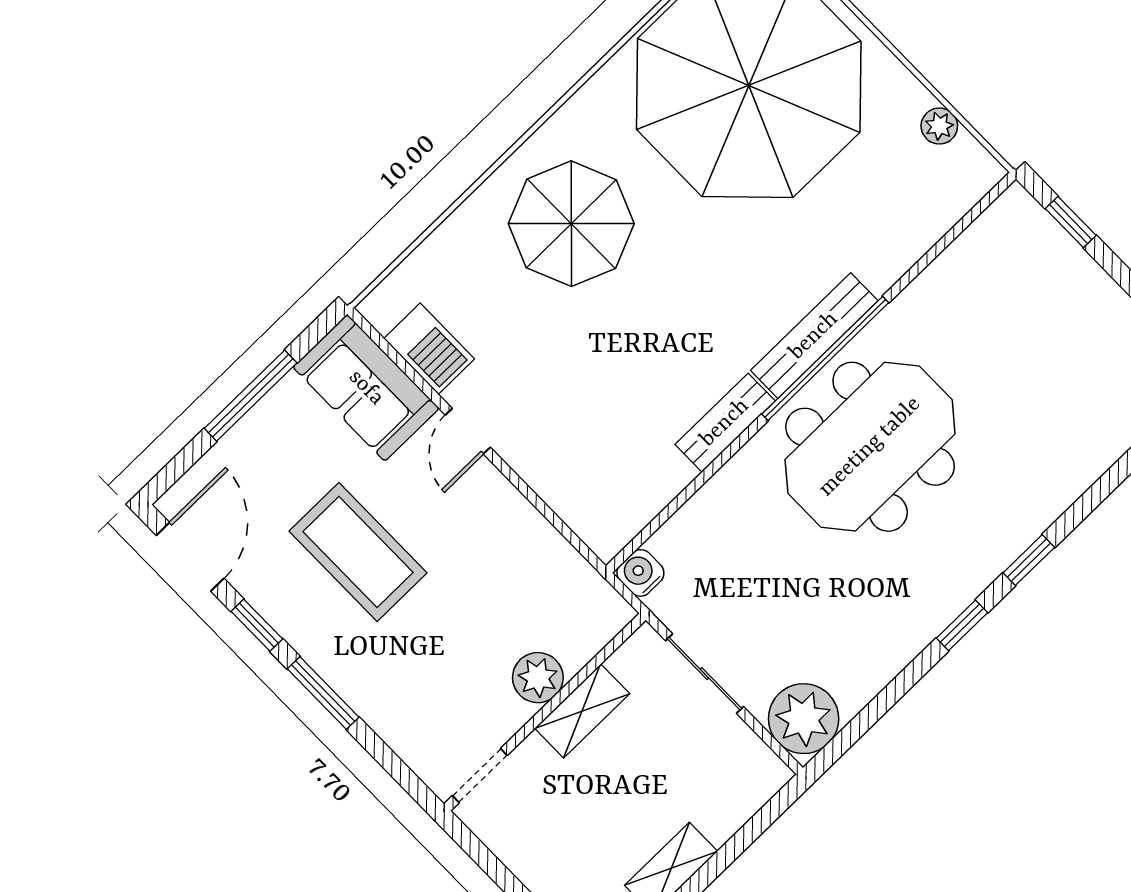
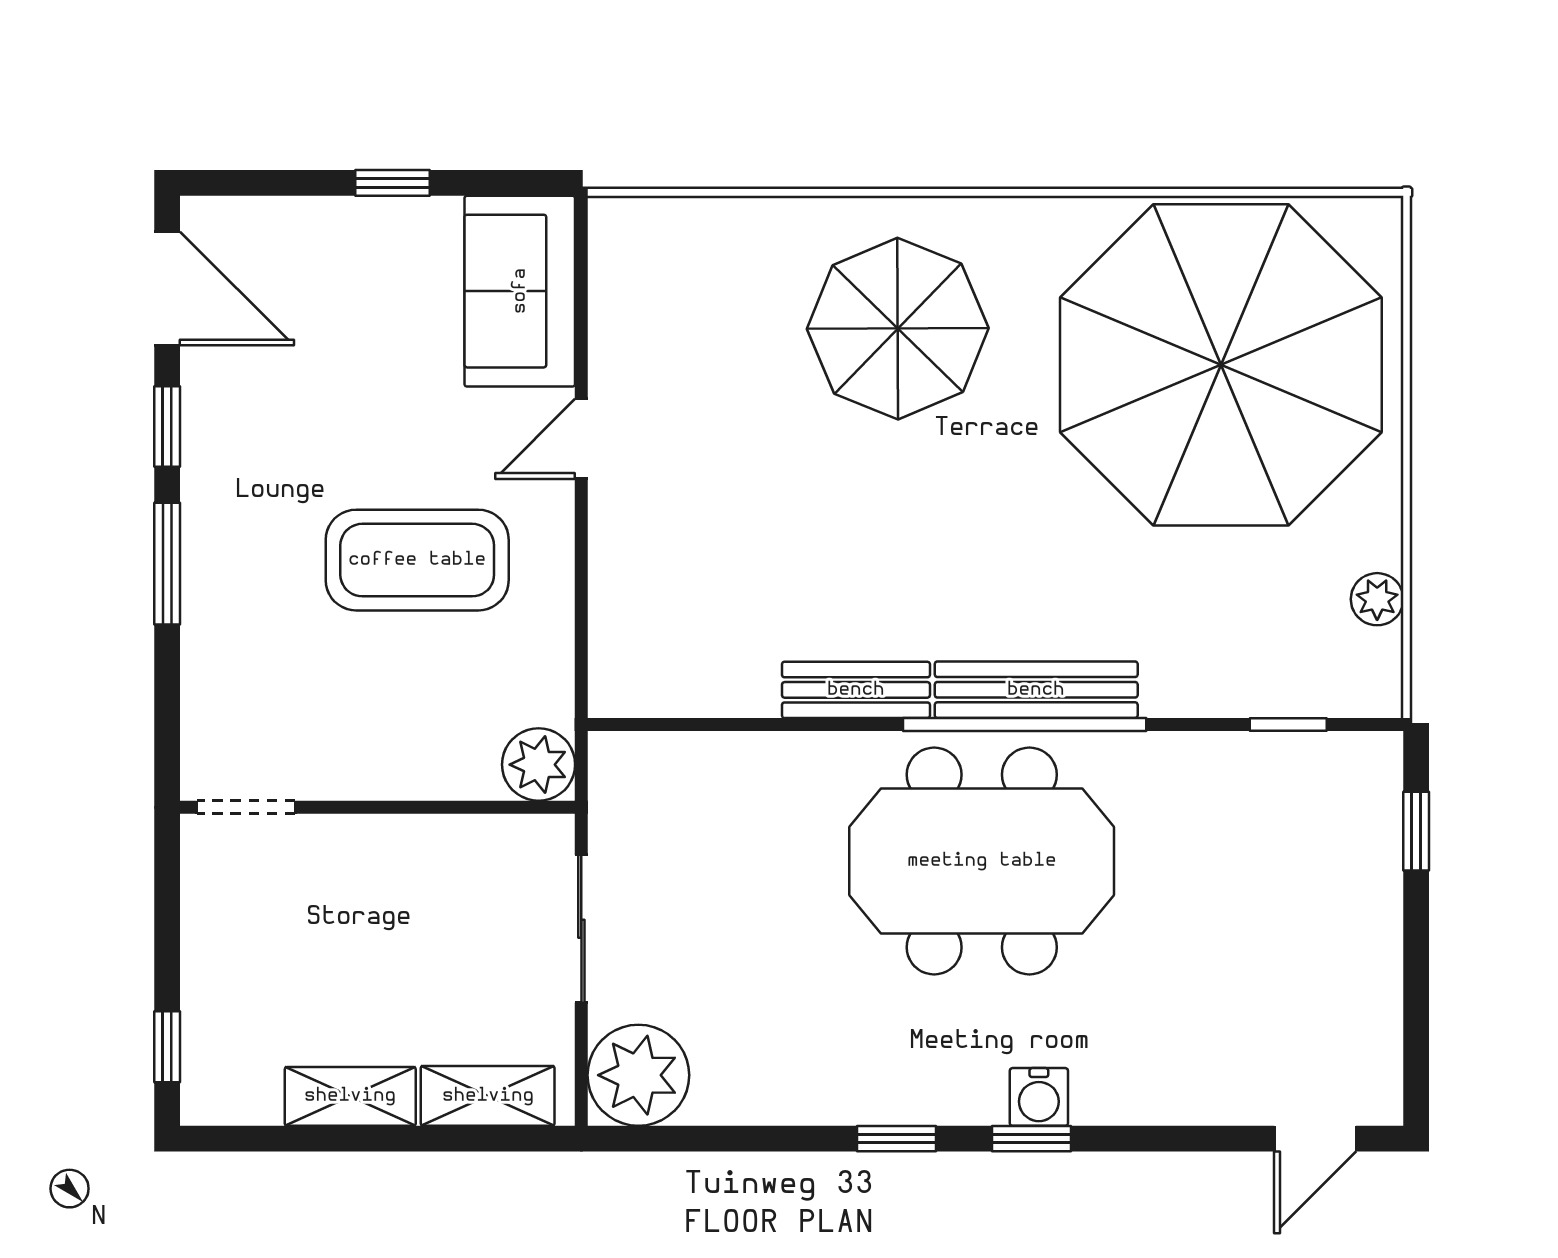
window: (956, 231) -> (1288, 724), added
barbecue: (429, 349) -> (625, 315), removed
window: (251, 396) -> (393, 183), width x0.46
coffee table: (358, 552) -> (417, 560), moved, turned 90
door: (190, 557) -> (167, 289), hinge flipped
water cooler: (640, 573) -> (1039, 1097), moved, turned 180
plant: (538, 678) -> (539, 765), moved
shelving: (582, 711) -> (488, 1096), moved

